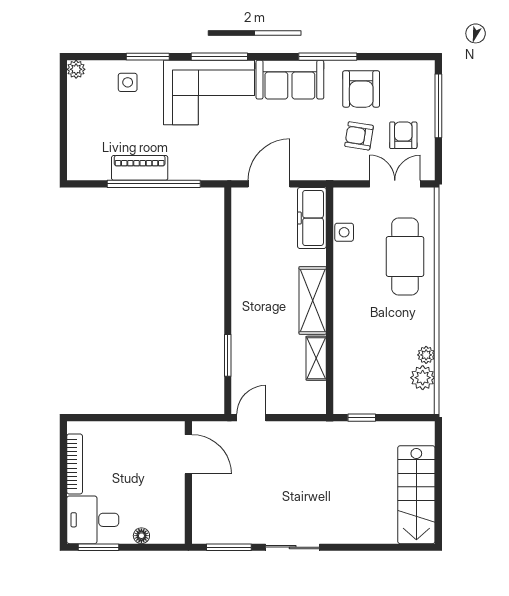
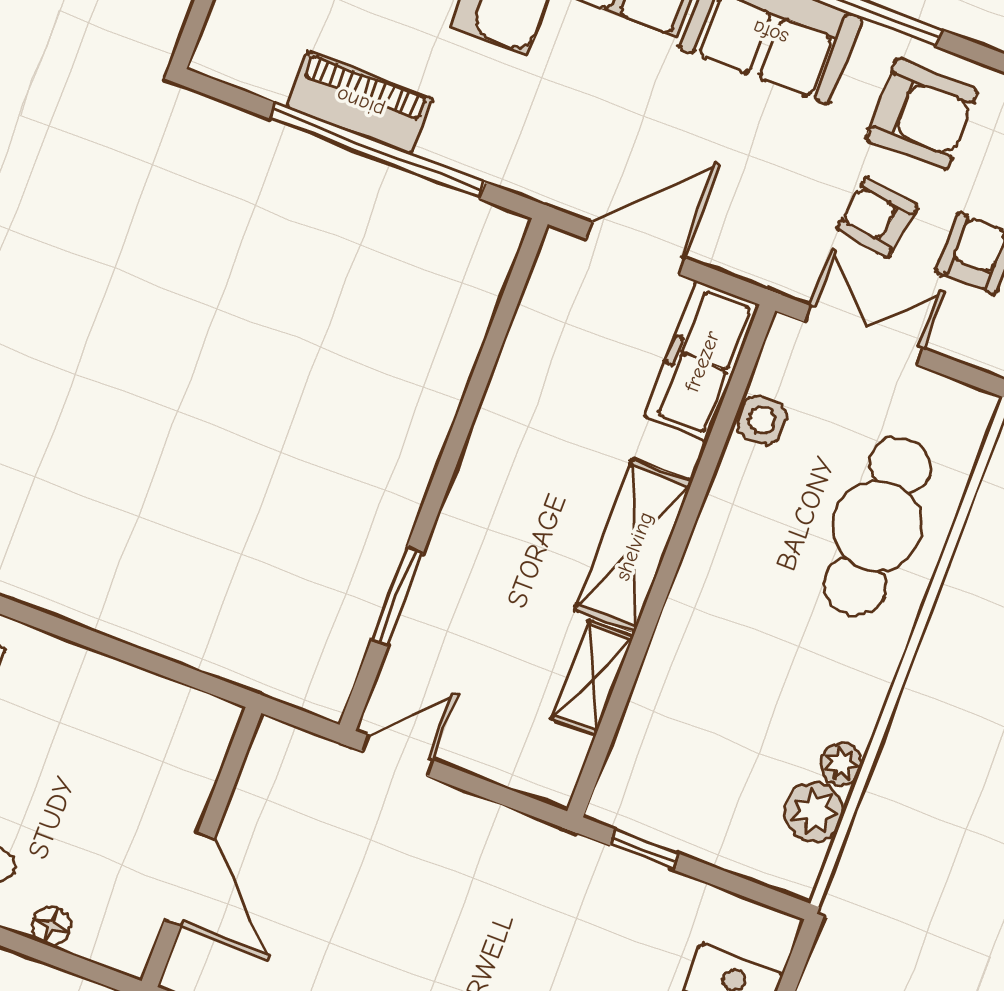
armchair: (361, 89) -> (922, 114), turned -90
double door: (395, 184) -> (863, 335), moved
door: (188, 454) -> (189, 879), moved

